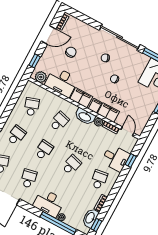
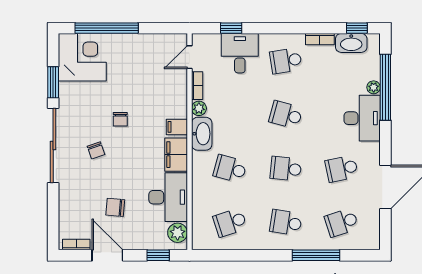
filing cabinet: (108, 113) -> (177, 101), removed

